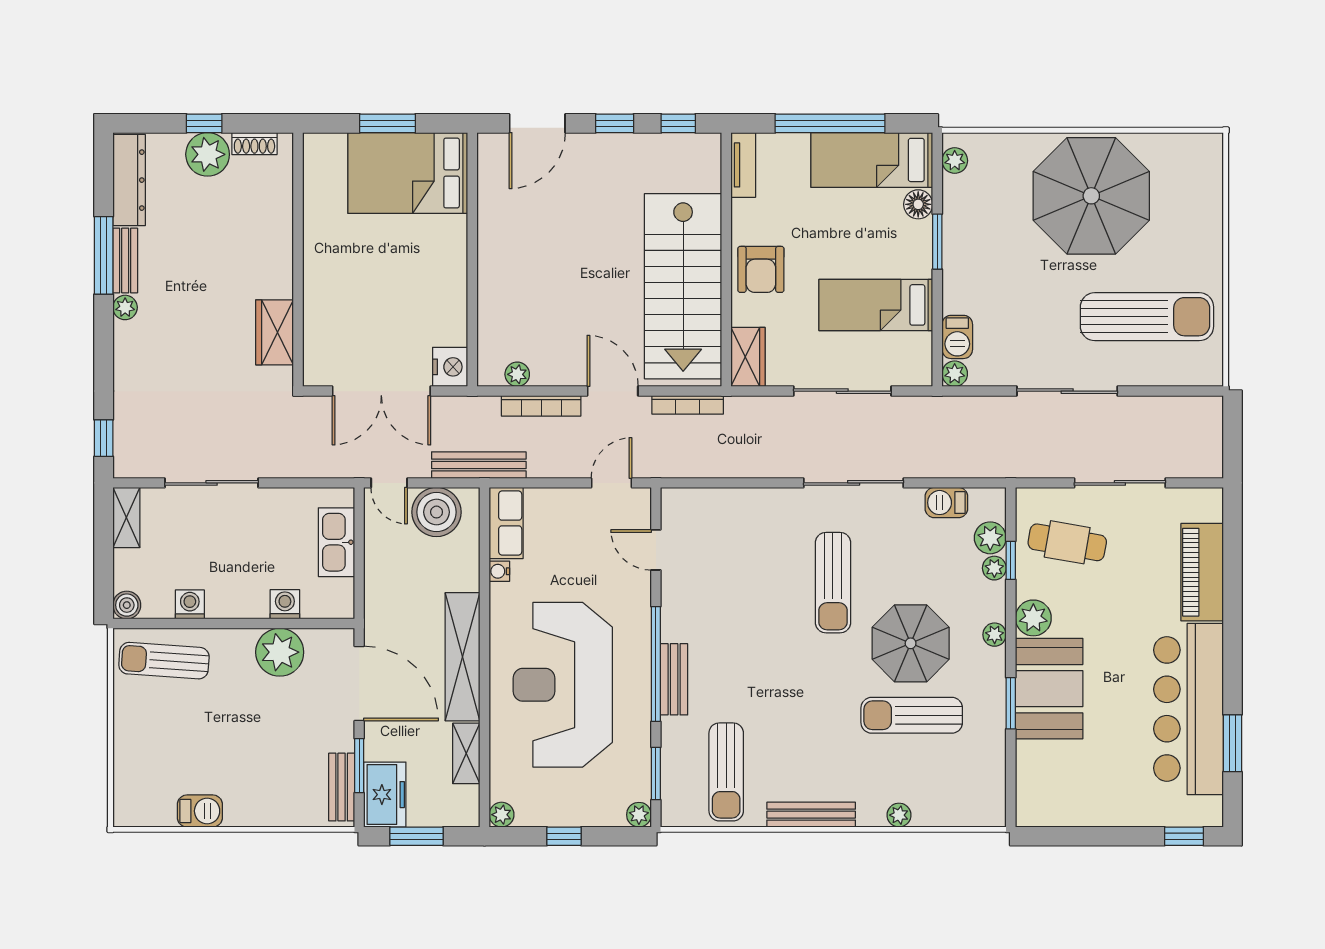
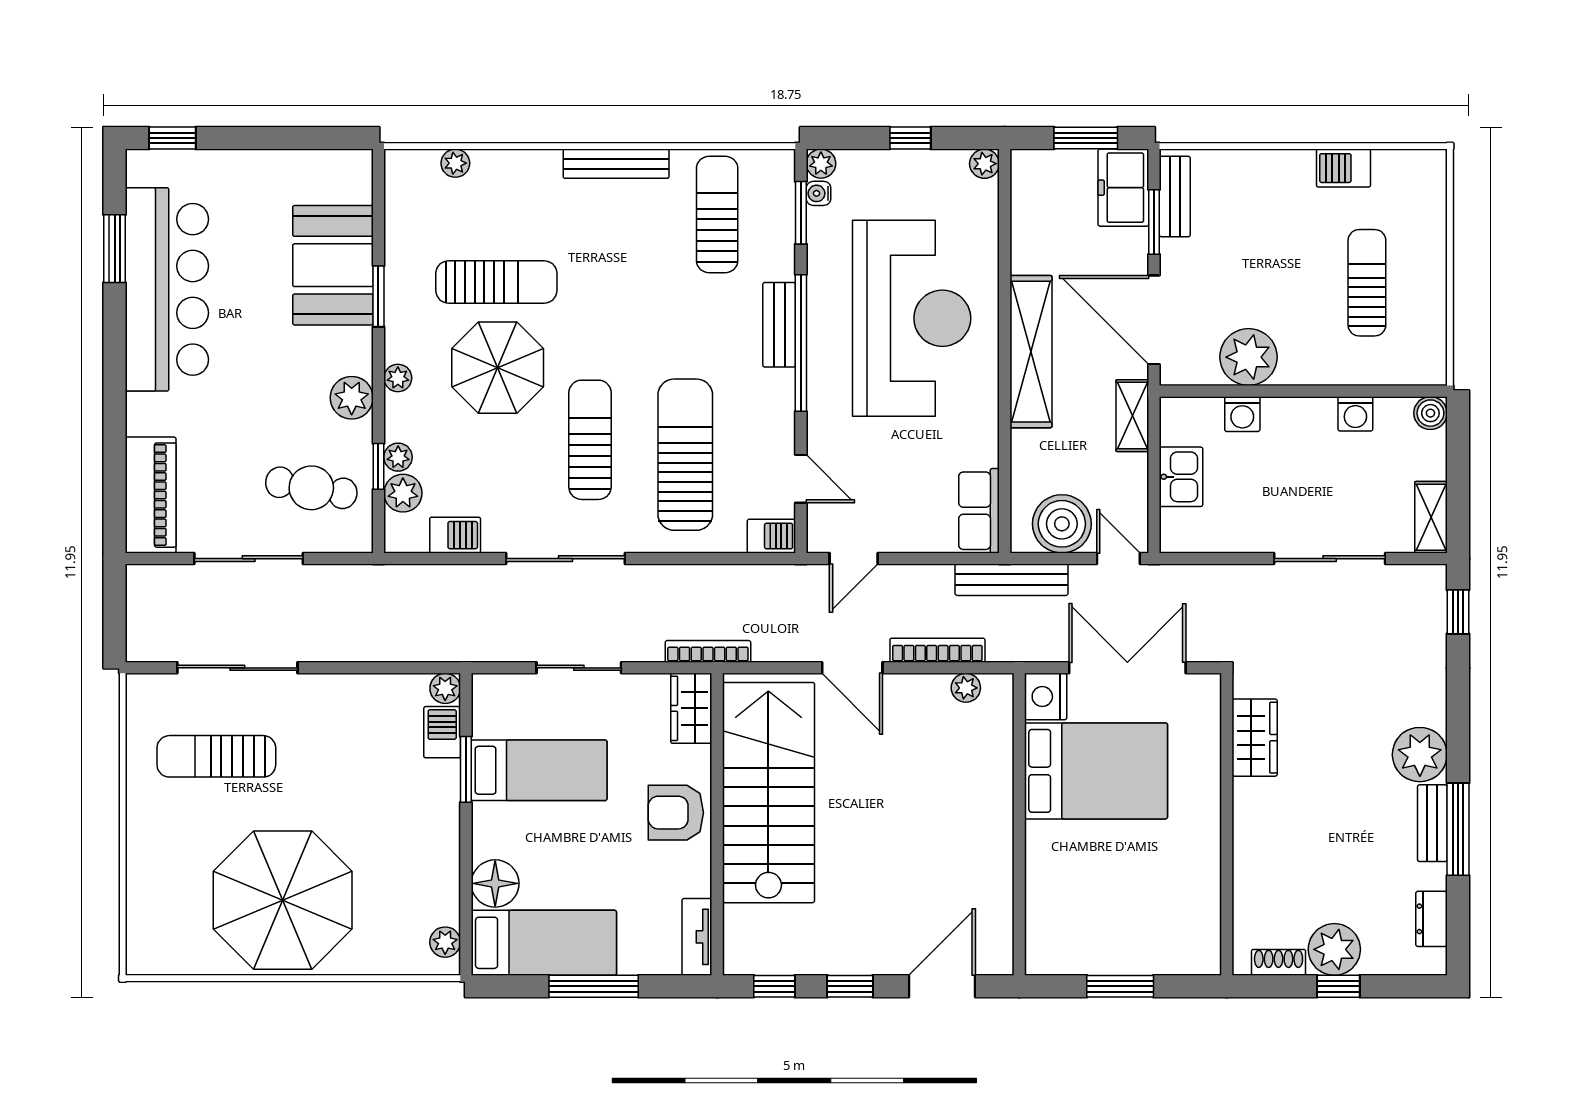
window: (830, 123) -> (594, 986), width x0.68
bed: (408, 173) -> (1096, 771), moved
dresser: (129, 180) -> (1431, 919), width x0.51, depth x0.80
floor lamp: (918, 204) -> (495, 883), width x1.38, depth x1.38
window: (937, 242) -> (466, 769), moved
armchair: (761, 269) -> (676, 813), turned -90
plant: (125, 307) -> (1420, 755), width x1.87, depth x1.87
sun lounger: (1147, 317) -> (216, 756), width x0.73, depth x0.75
sliding door: (842, 391) -> (579, 668), width x0.73
sliding door: (1067, 391) -> (237, 668), moved
bookcase: (688, 405) -> (708, 651), moved
barbecue: (681, 502) -> (771, 536), added
kitchen sink: (336, 542) -> (1181, 477), width x0.73
sun lounger: (753, 570) -> (685, 455), added
water cooler: (499, 571) -> (818, 193), moved, turned 180
piano: (1202, 572) -> (151, 495), moved
sun lounger: (164, 661) -> (1367, 283), moved, turned -94
booth: (1049, 689) -> (333, 265), moved
shelving: (466, 753) -> (1132, 416), moved
plant: (899, 815) -> (455, 163), moved

